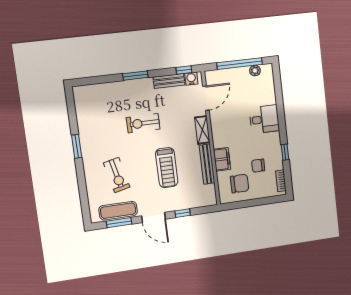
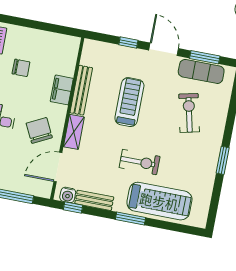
treadmill: (117, 97) -> (159, 201), added
chair: (240, 184) -> (39, 130), moved, turned 63

